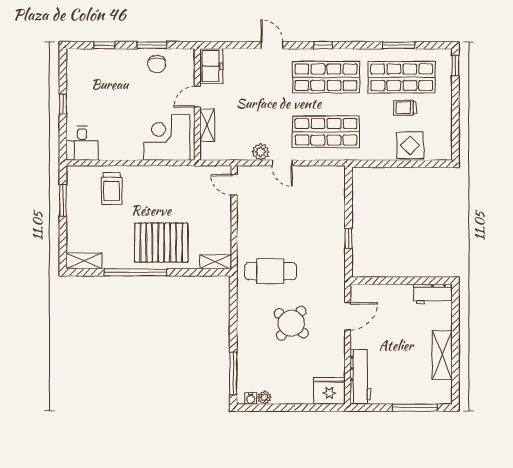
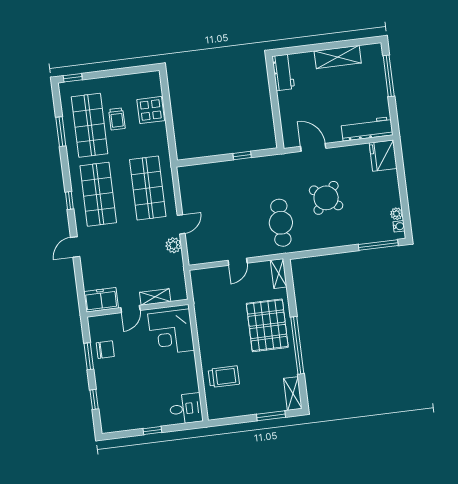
door: (197, 97) -> (130, 309), hinge flipped
door: (234, 185) -> (238, 262), moved
window: (63, 200) -> (271, 416), moved

